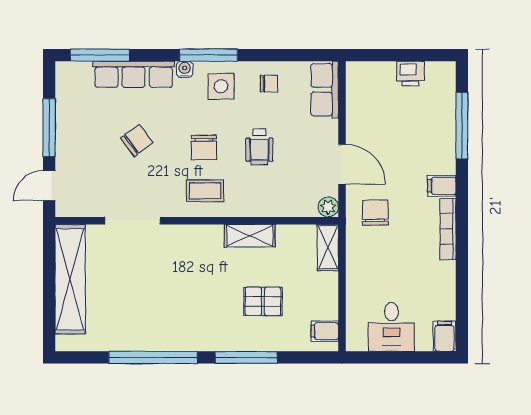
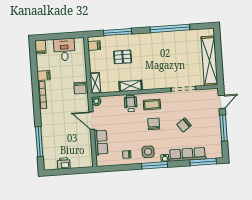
row of seats: (325, 90) -> (101, 142), moved
wheelchair: (259, 147) -> (131, 104), moved
filing cabinet: (442, 186) -> (44, 75), moved
chair: (375, 213) -> (80, 88), moved
window: (246, 357) -> (118, 32), moved

